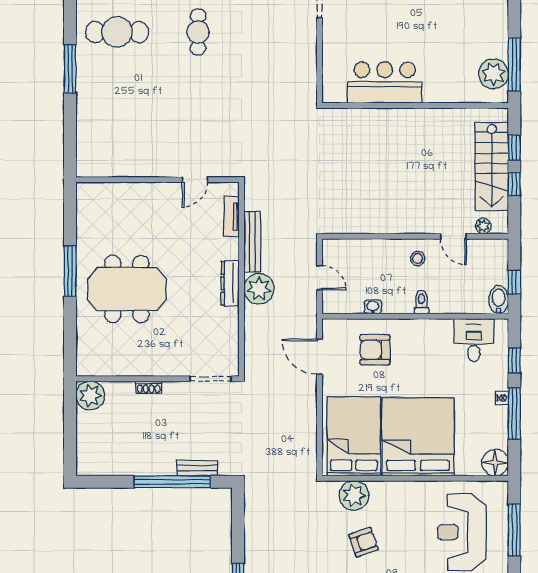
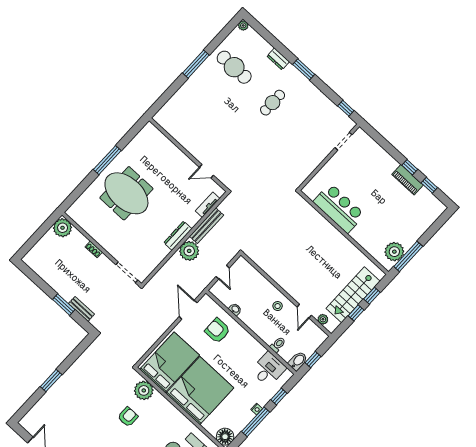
toilet: (422, 302) -> (278, 345), moved
window: (172, 482) -> (64, 305), width x0.47
armchair: (364, 542) -> (128, 417), turned -71

